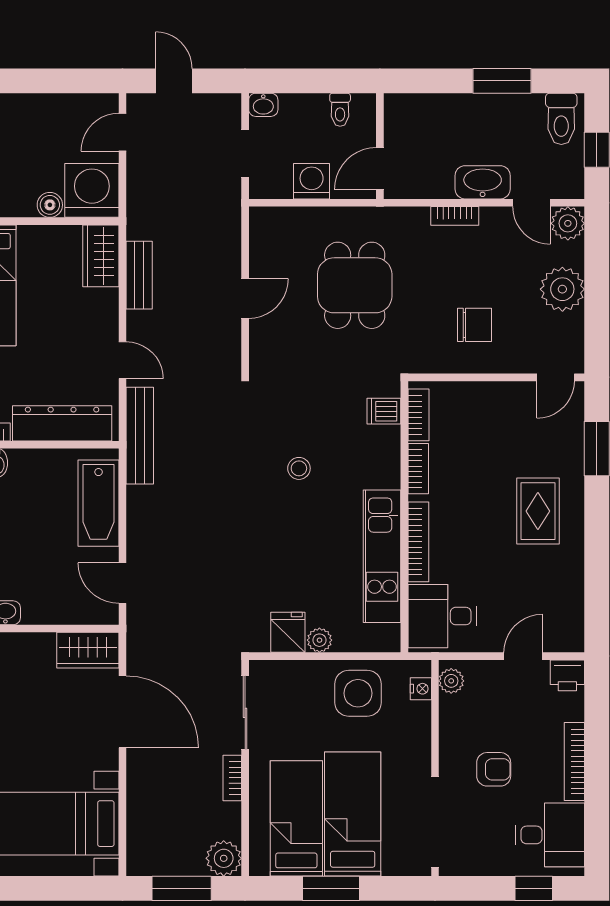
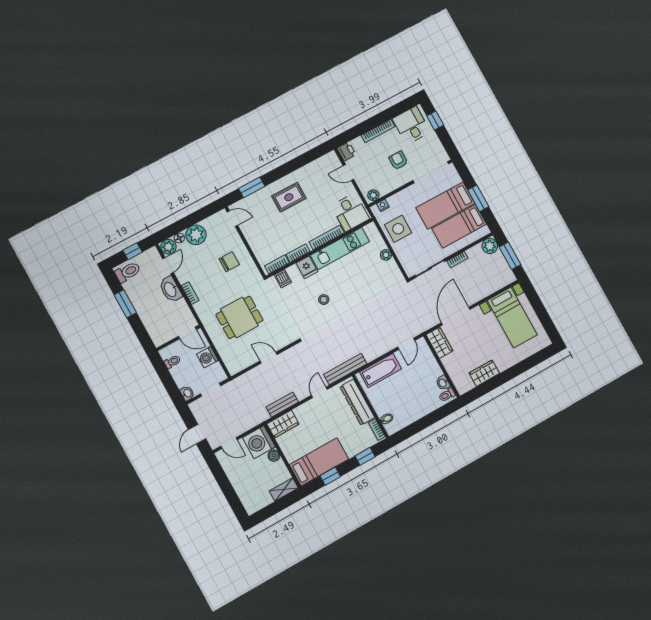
floor lamp: (573, 254) -> (179, 238), added
chair: (474, 325) -> (229, 262), turned 90
fridge: (288, 632) -> (307, 267), moved, turned -90

